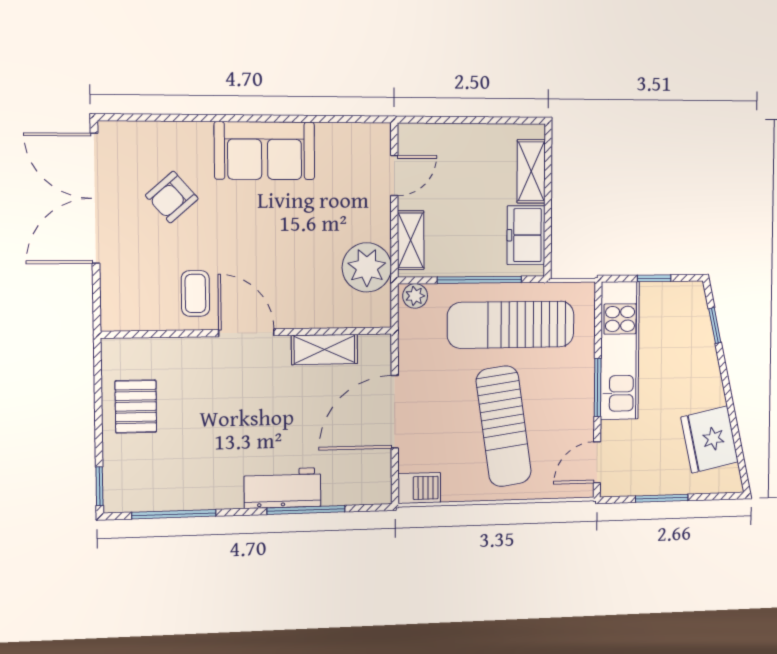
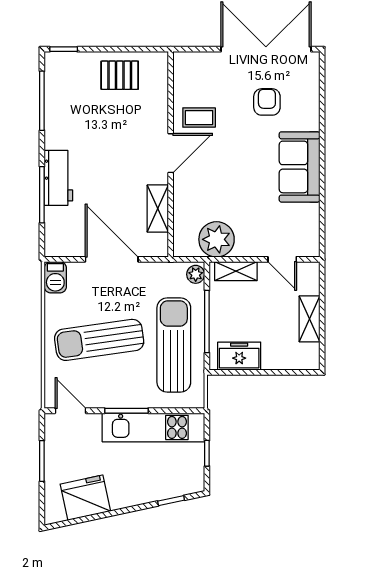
shelving: (531, 171) -> (309, 319), moved, turned 90
armchair: (172, 197) -> (267, 102), turned 41

